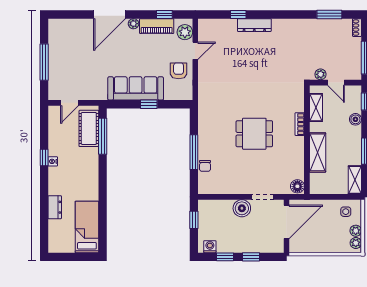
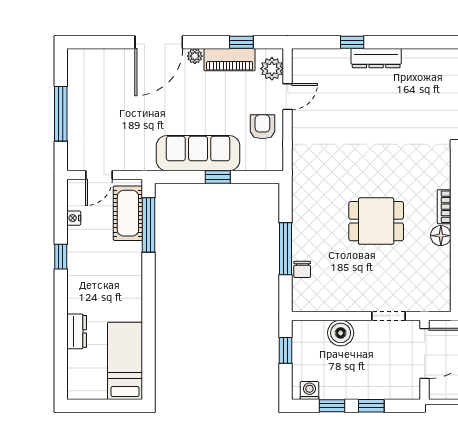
nightstand: (53, 161) -> (74, 218), moved
floor lamp: (297, 186) -> (441, 236), moved
boiler: (242, 208) -> (341, 333), moved

